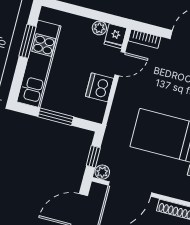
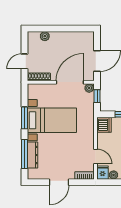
door: (120, 64) -> (96, 157), swing flipped
dishwasher: (100, 87) -> (104, 125), moved

